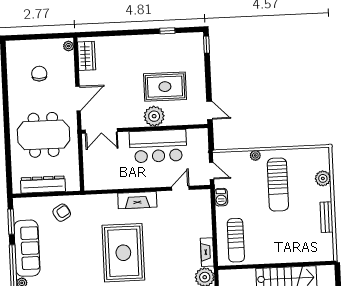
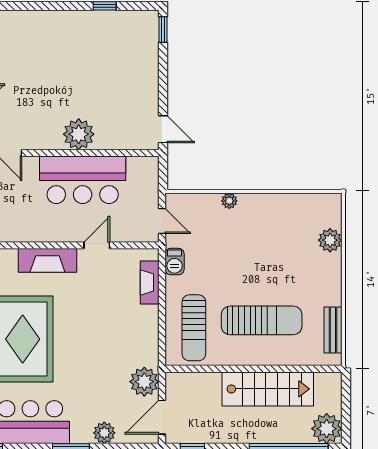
rug: (165, 87) -> (97, 90), removed
sun lounger: (278, 185) -> (262, 320), moved, turned -90
door: (180, 188) -> (97, 245), moved
bench: (327, 217) -> (333, 330), moved
fireplace: (207, 252) -> (150, 283), moved

